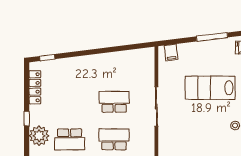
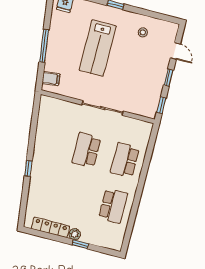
window: (212, 37) -> (44, 46), moved
window: (47, 58) -> (28, 168), moved
plant: (39, 136) -> (75, 234), moved, width x0.53, depth x0.53

